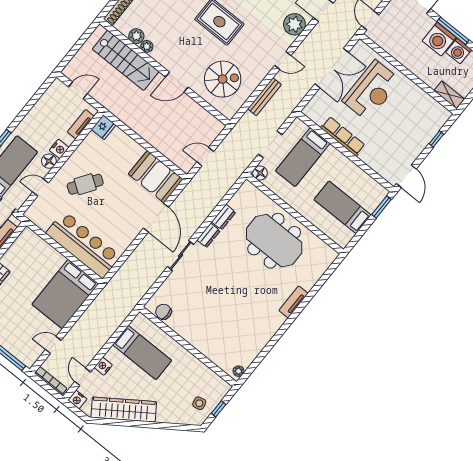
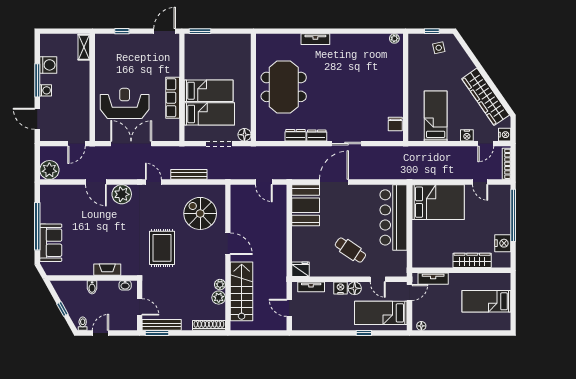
washing machine: (439, 39) -> (46, 90), width x0.53, depth x0.53
bed: (343, 207) -> (209, 91), moved, turned -90

